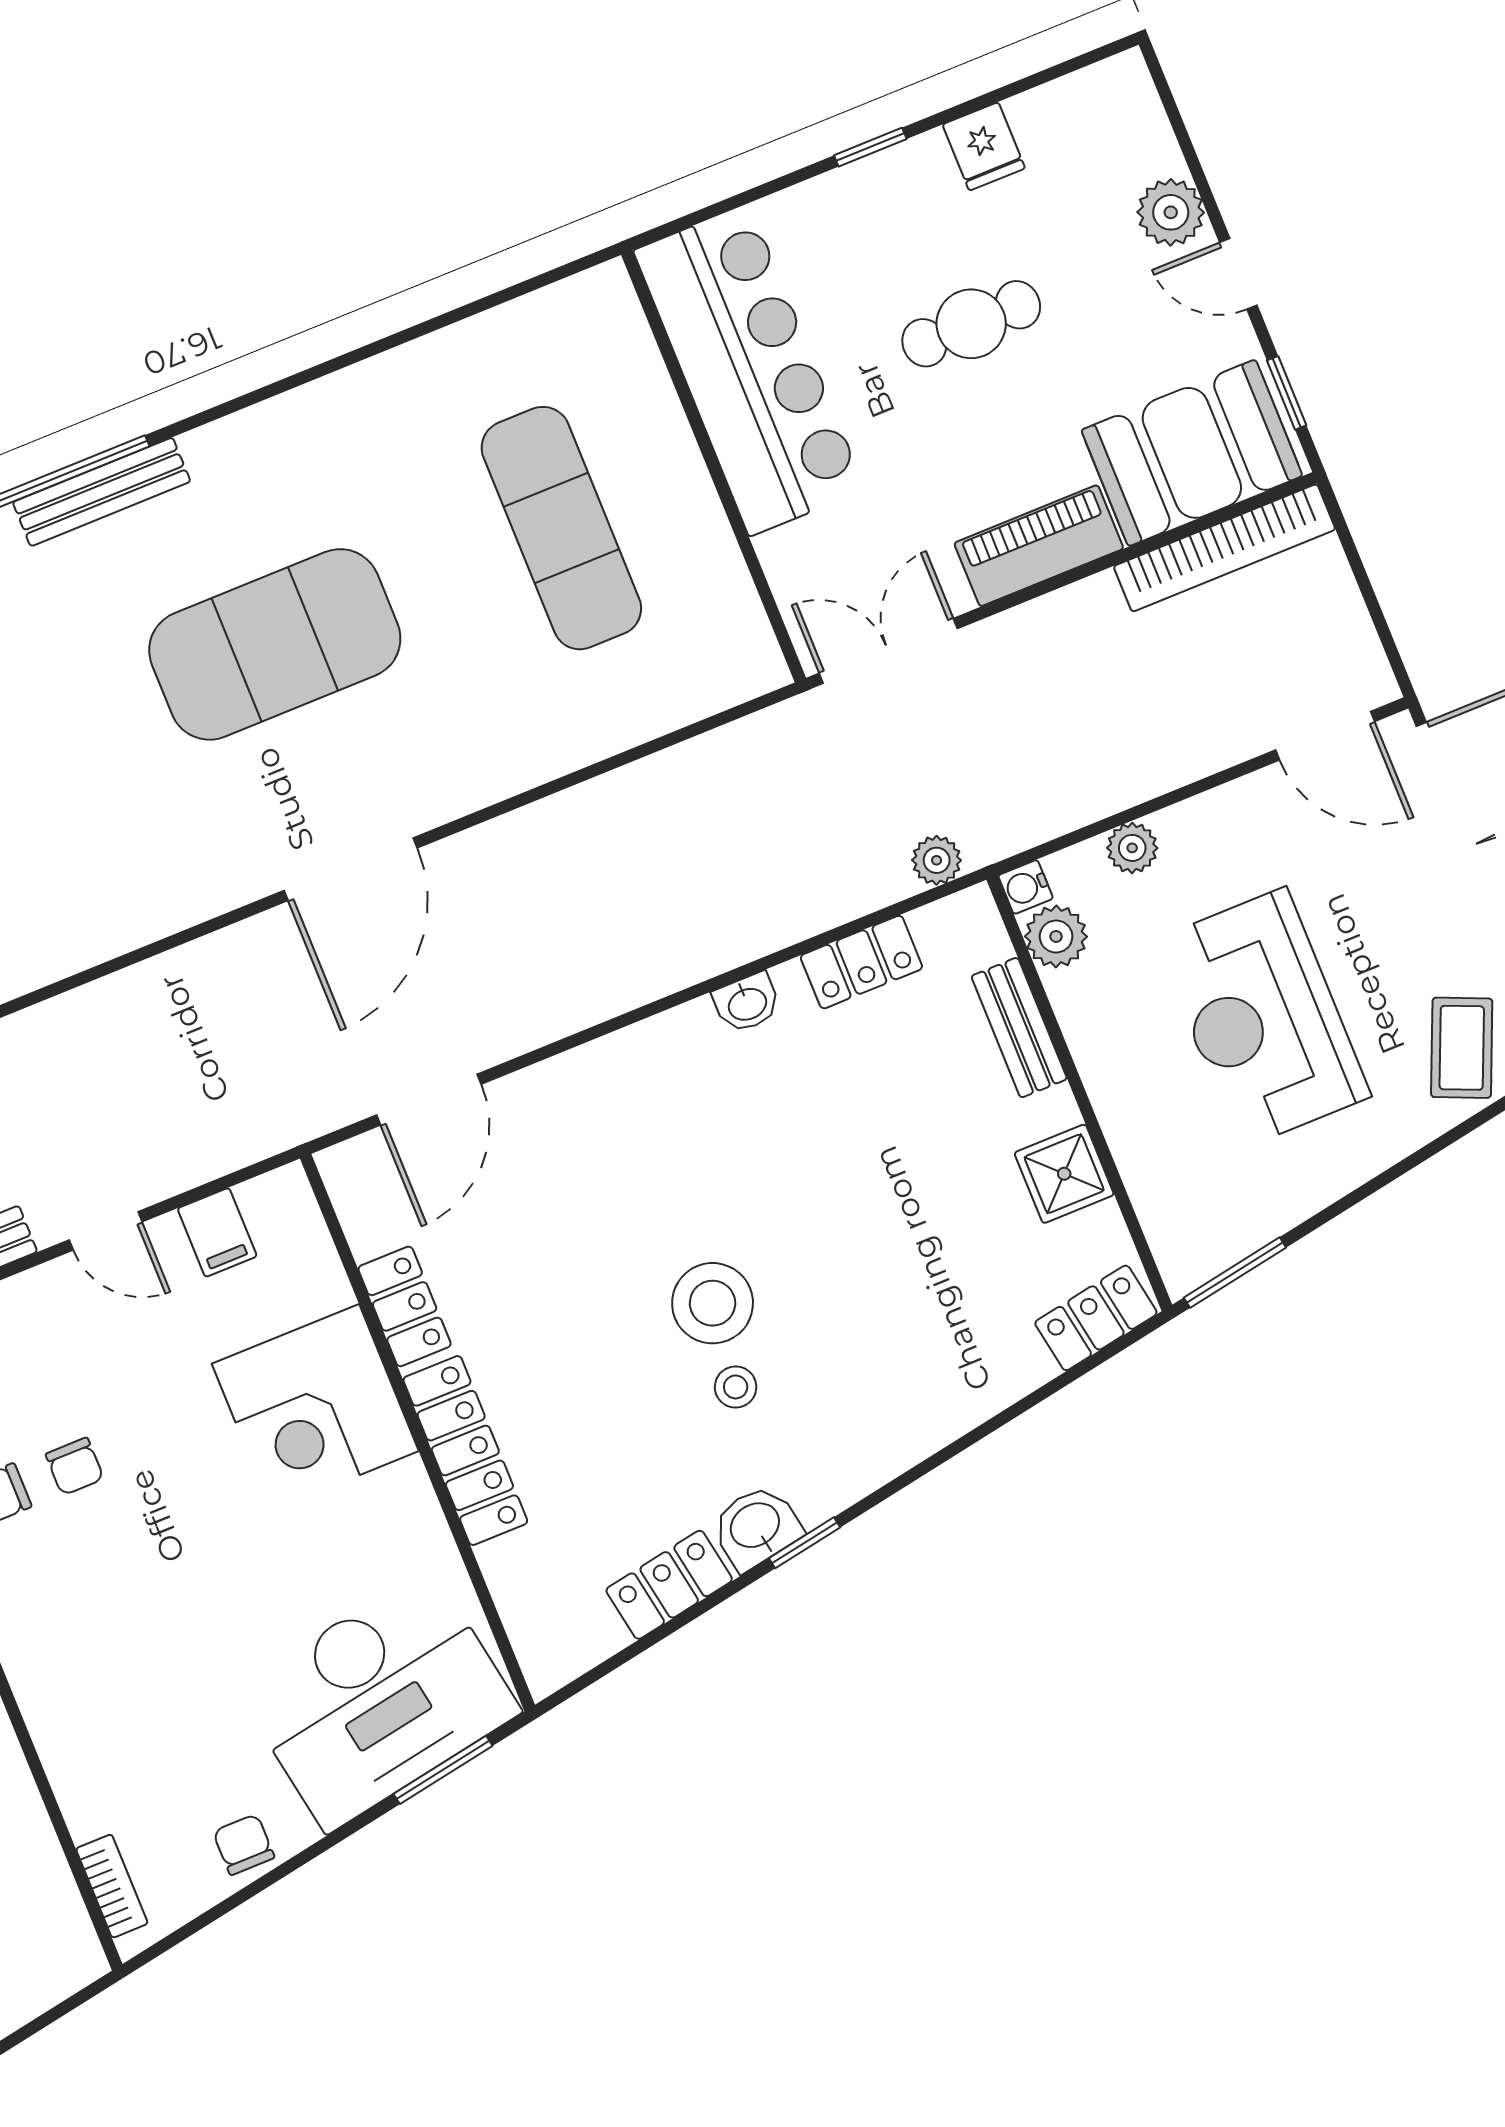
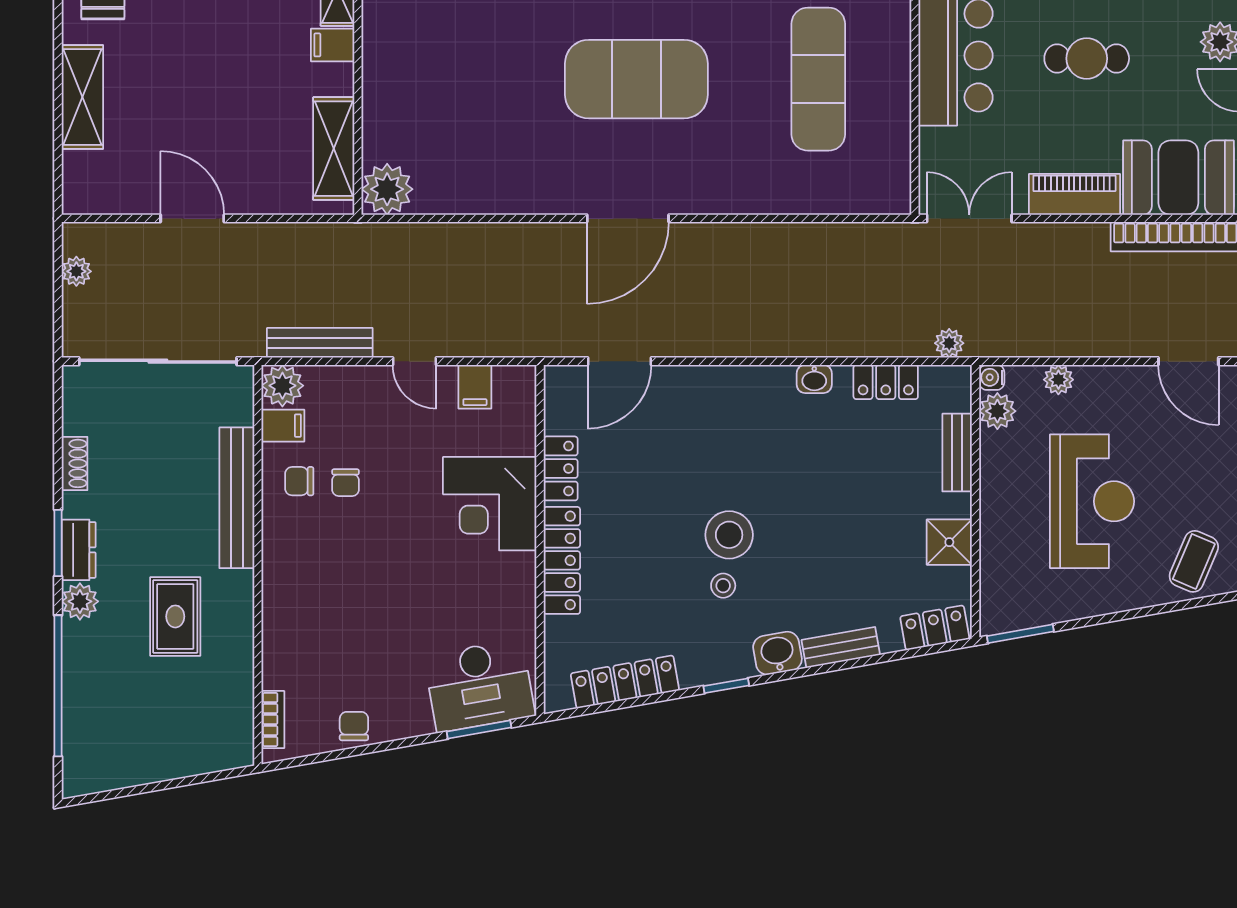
reception desk: (1263, 1018) -> (1092, 501), turned 180
bench: (960, 1409) -> (841, 647), added
washbasin: (756, 1527) -> (777, 653), moved
locker: (669, 1585) -> (625, 682), width x1.53
desk: (378, 1700) -> (479, 686), width x0.73, depth x0.77

